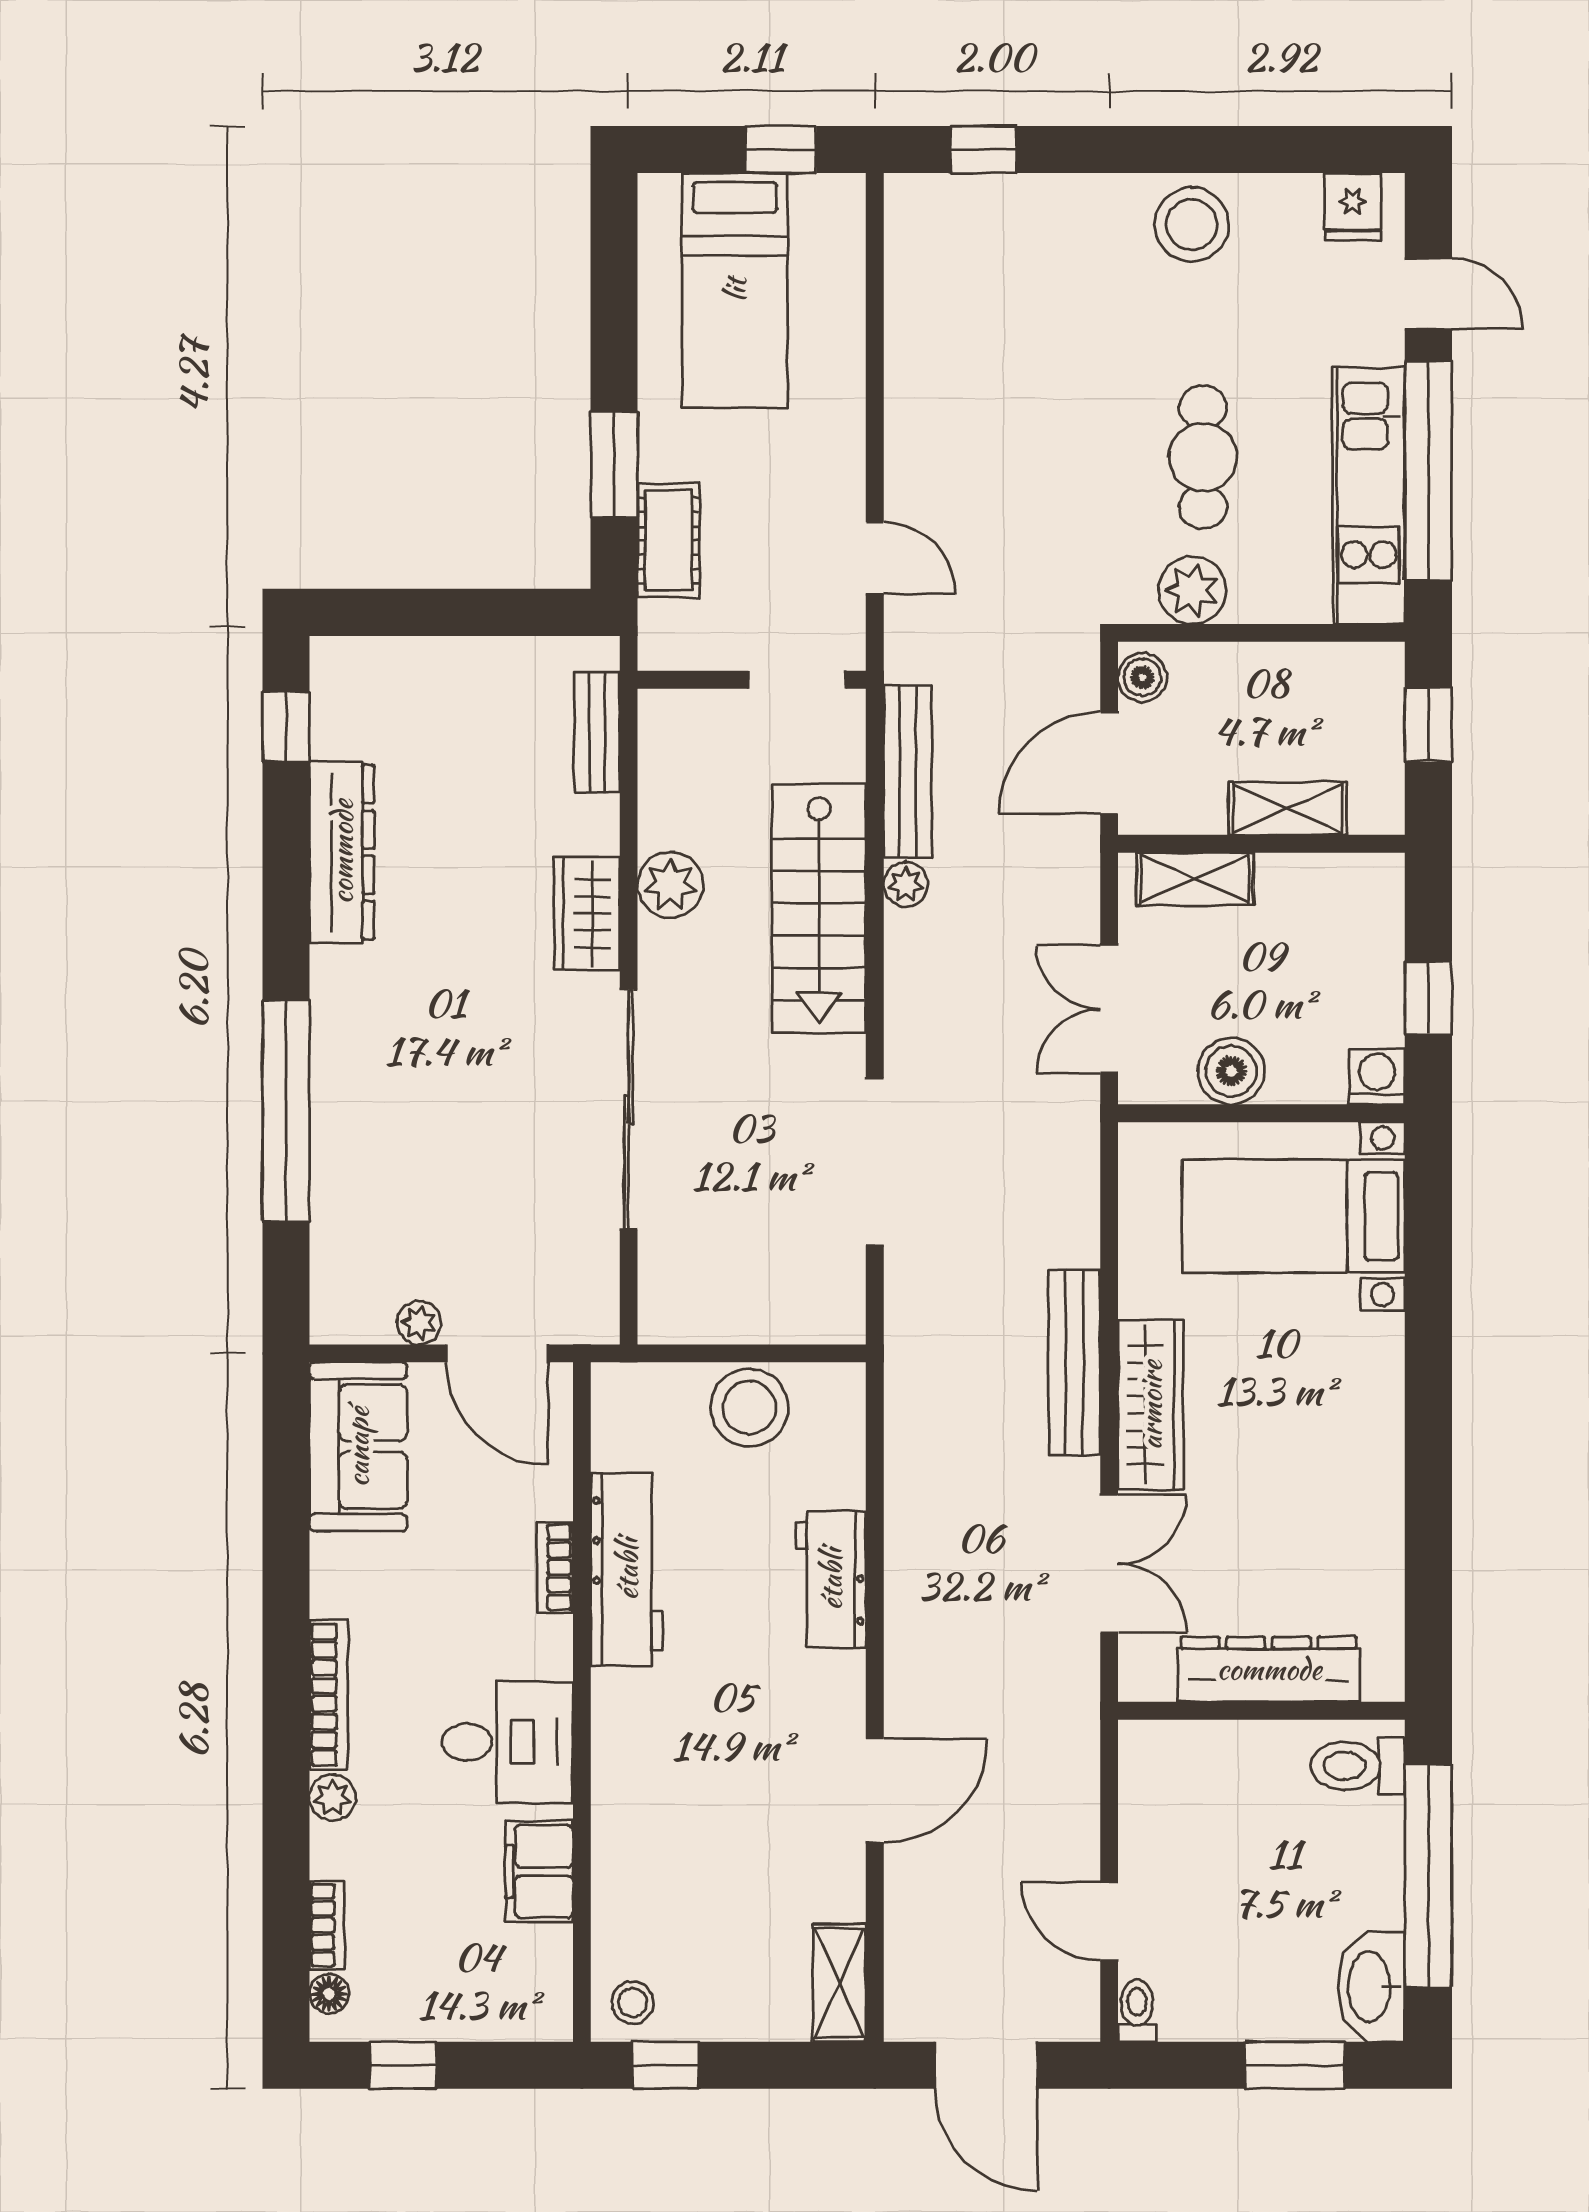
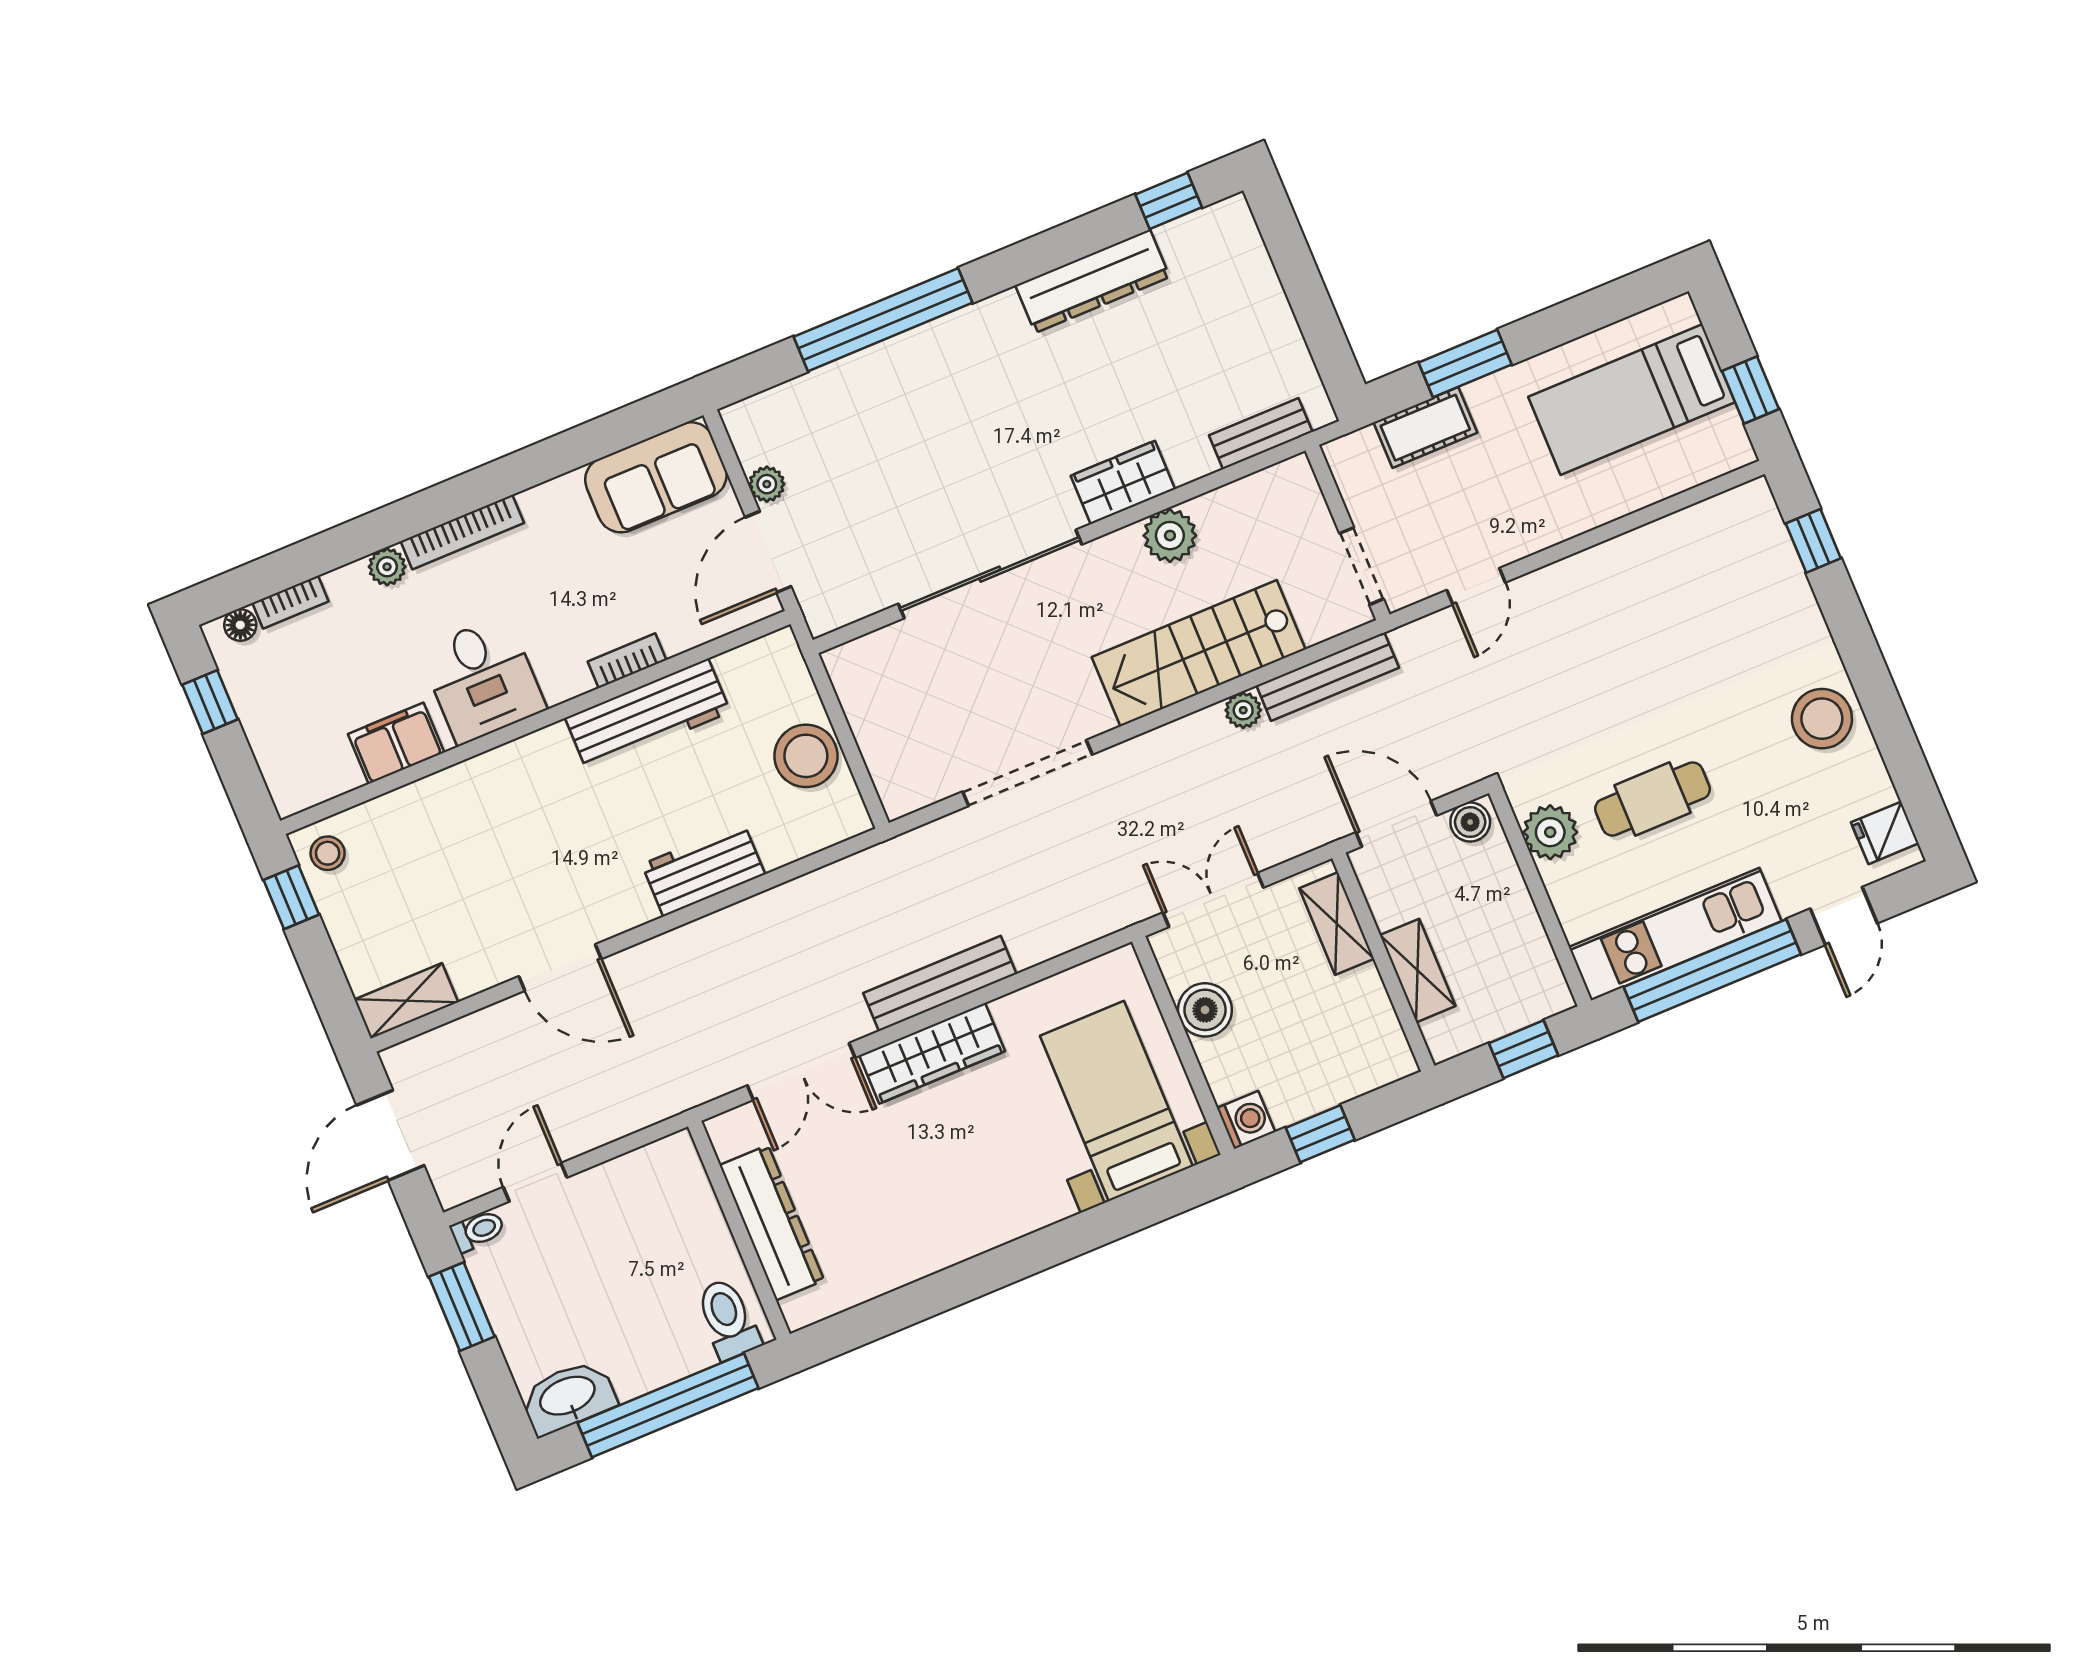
window: (1295, 2065) -> (462, 1307), moved

